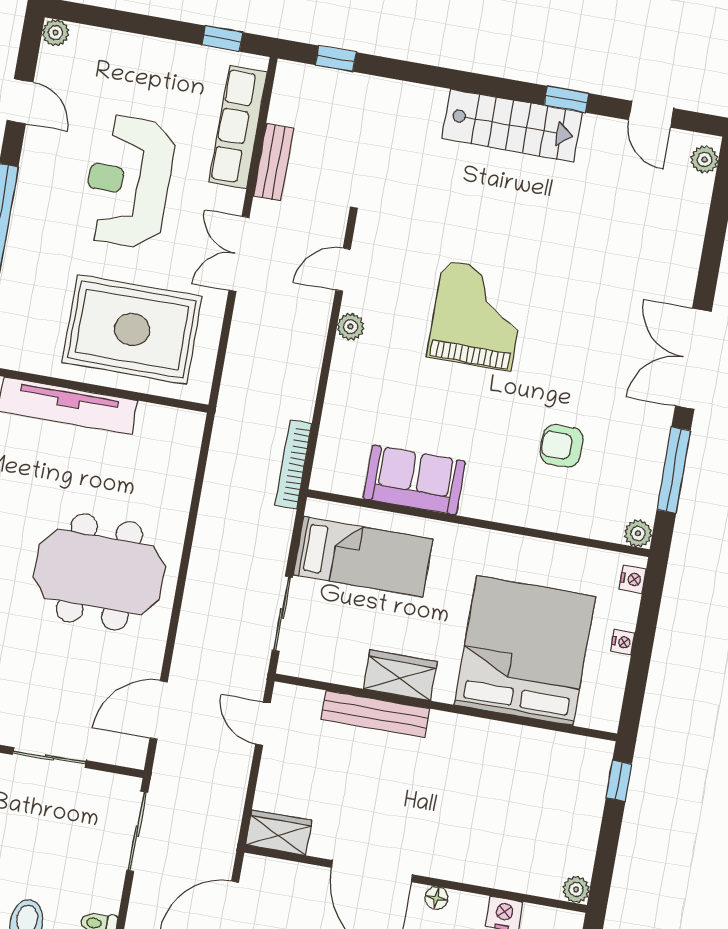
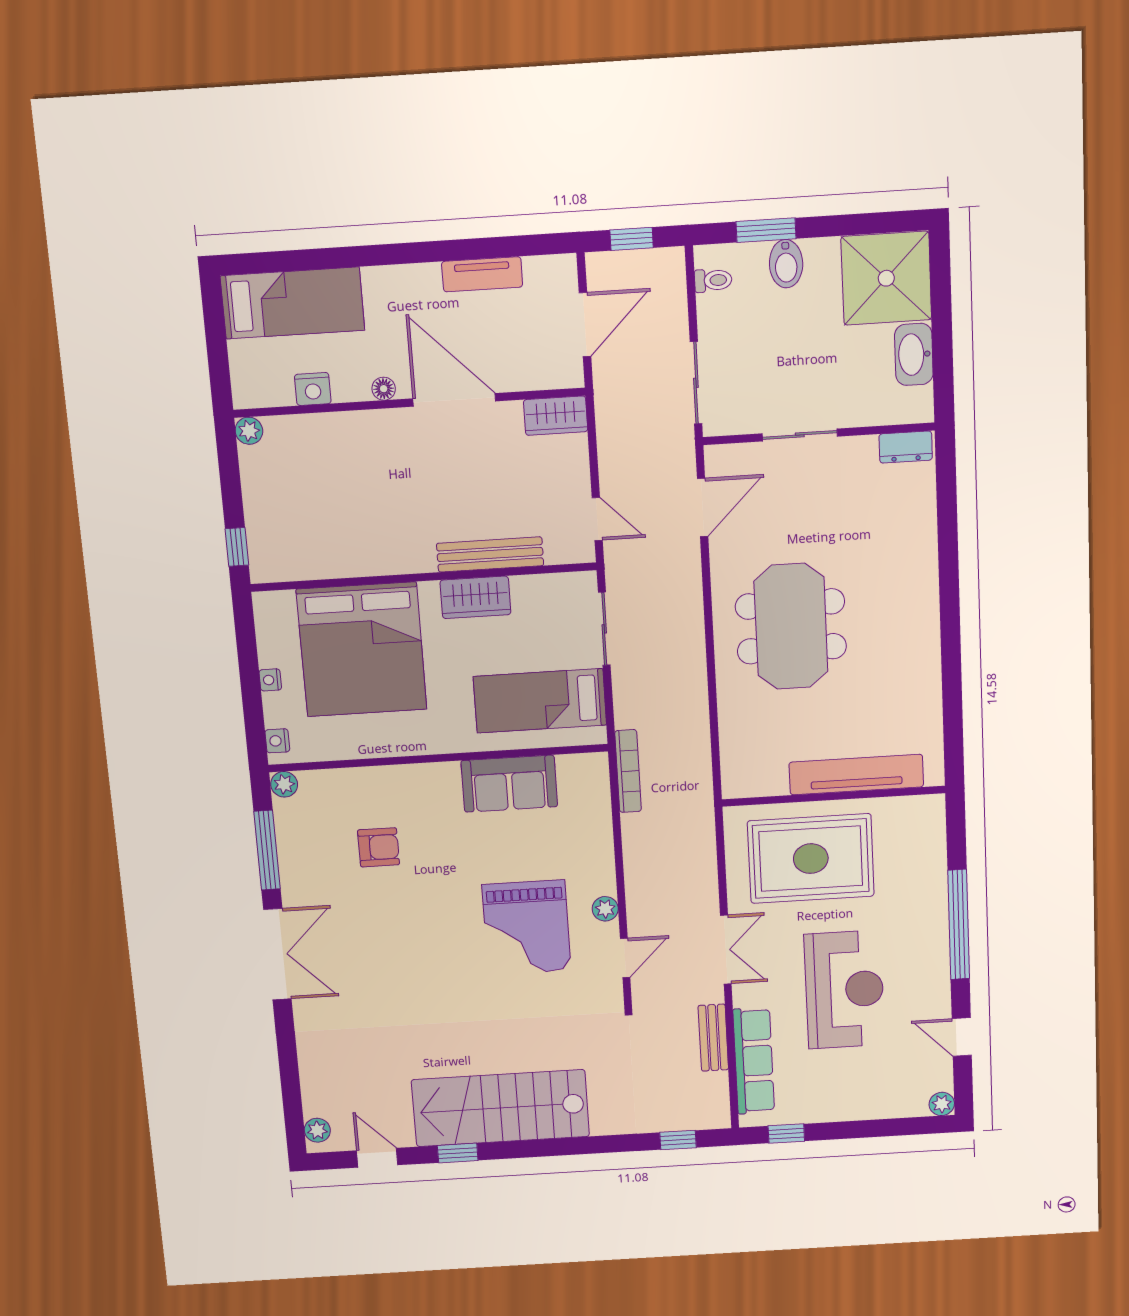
stairs: (512, 125) -> (500, 1108), width x1.36, depth x1.51
grand piano: (477, 316) -> (527, 928), moved
meeting table: (99, 572) -> (791, 626), turned 90

